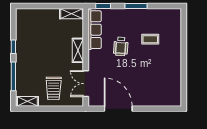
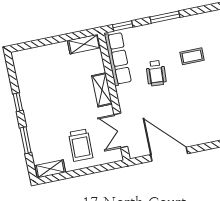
window: (13, 76) -> (26, 140), width x0.69

